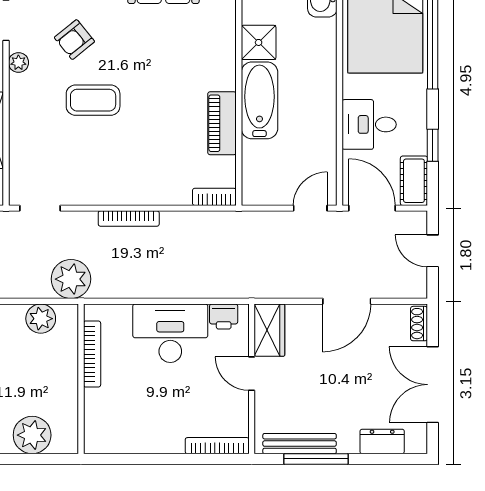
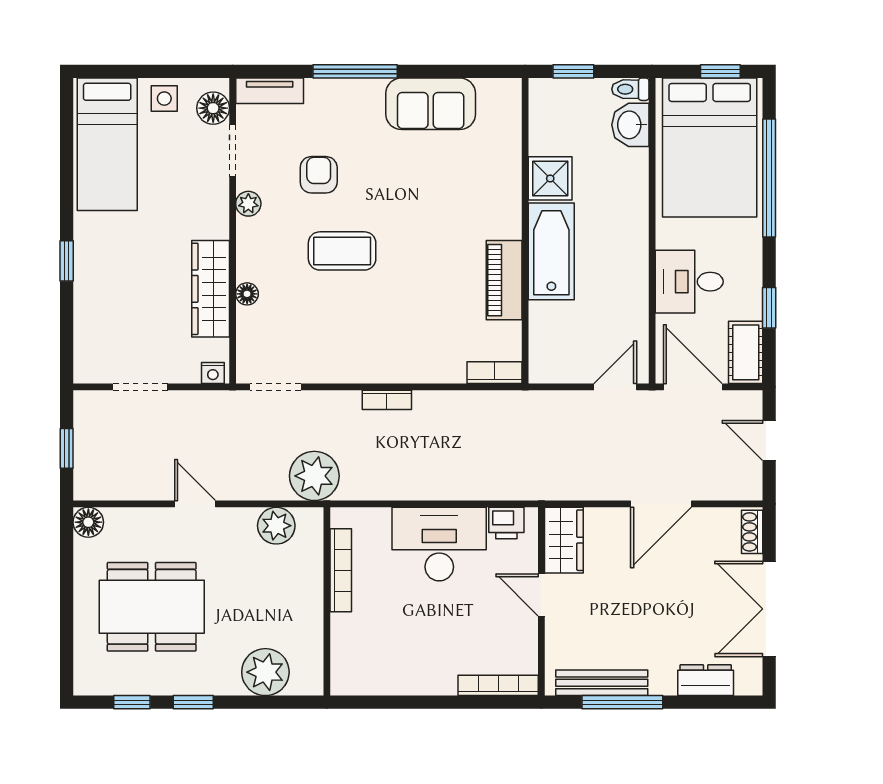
armchair: (74, 40) -> (319, 175), turned 129
floor lamp: (17, 134) -> (247, 294), added
bookcase: (129, 219) -> (387, 400), width x0.64

